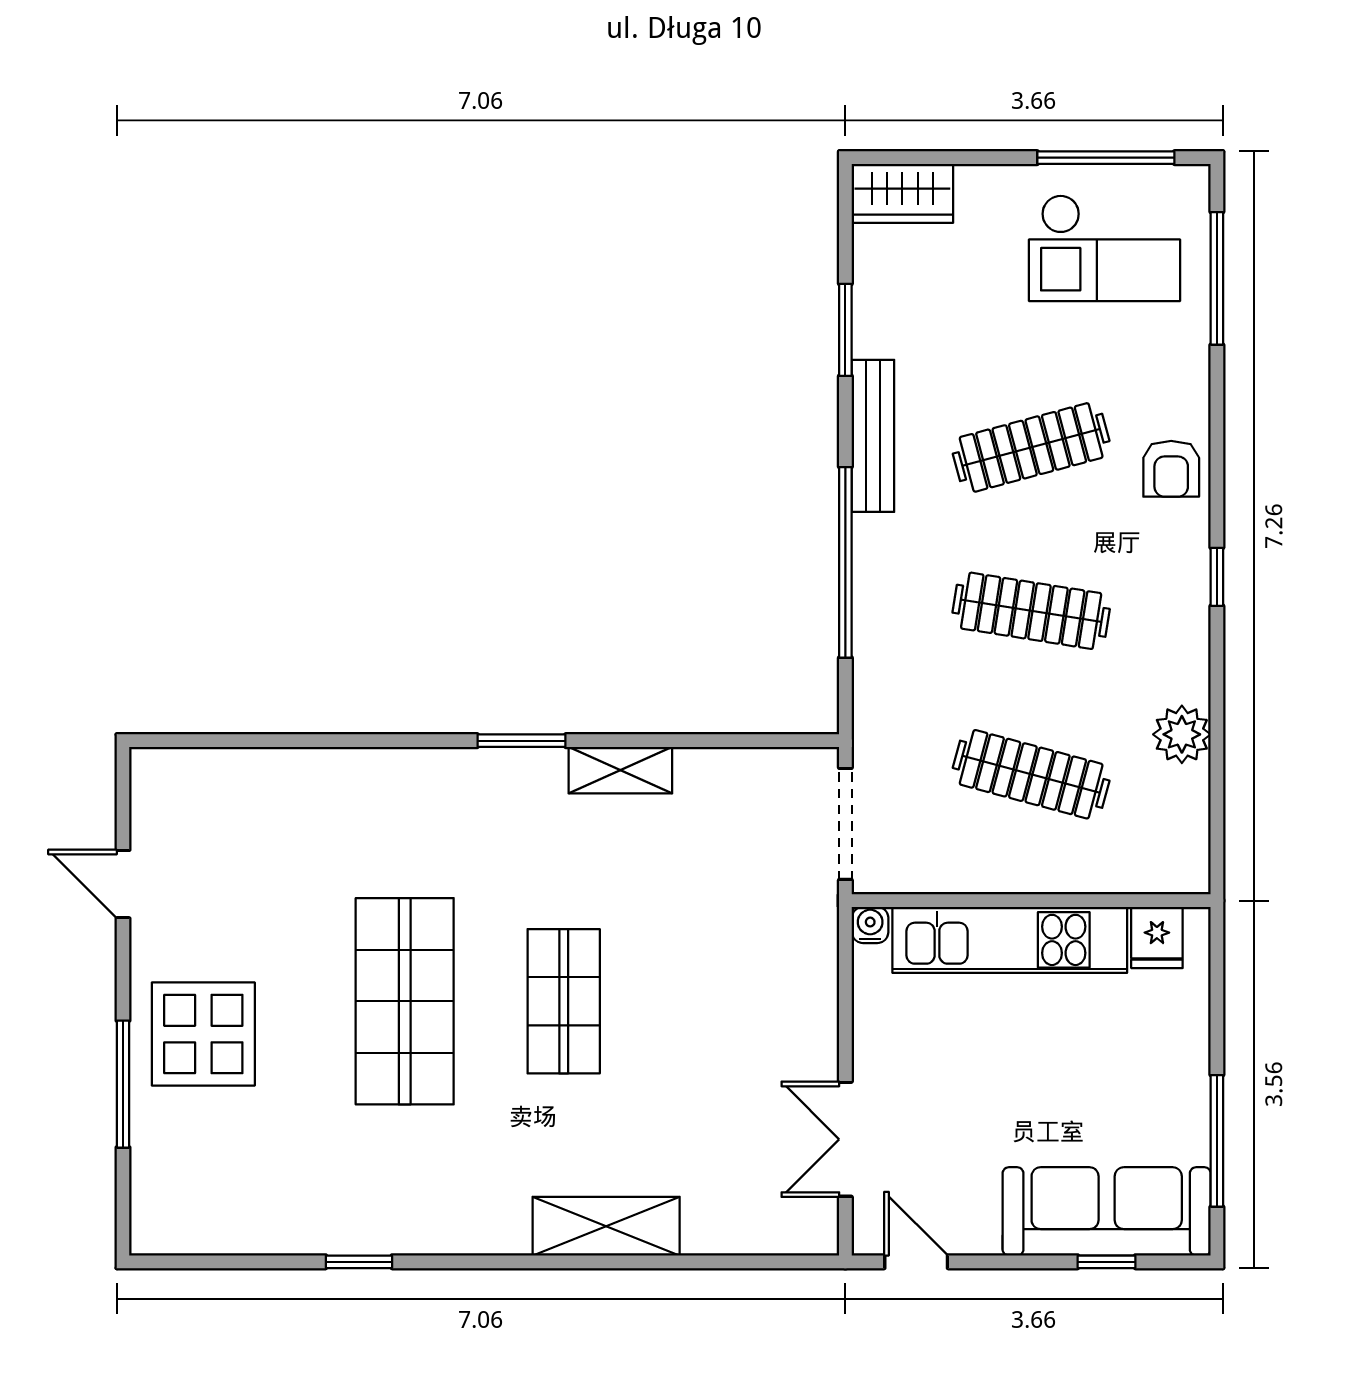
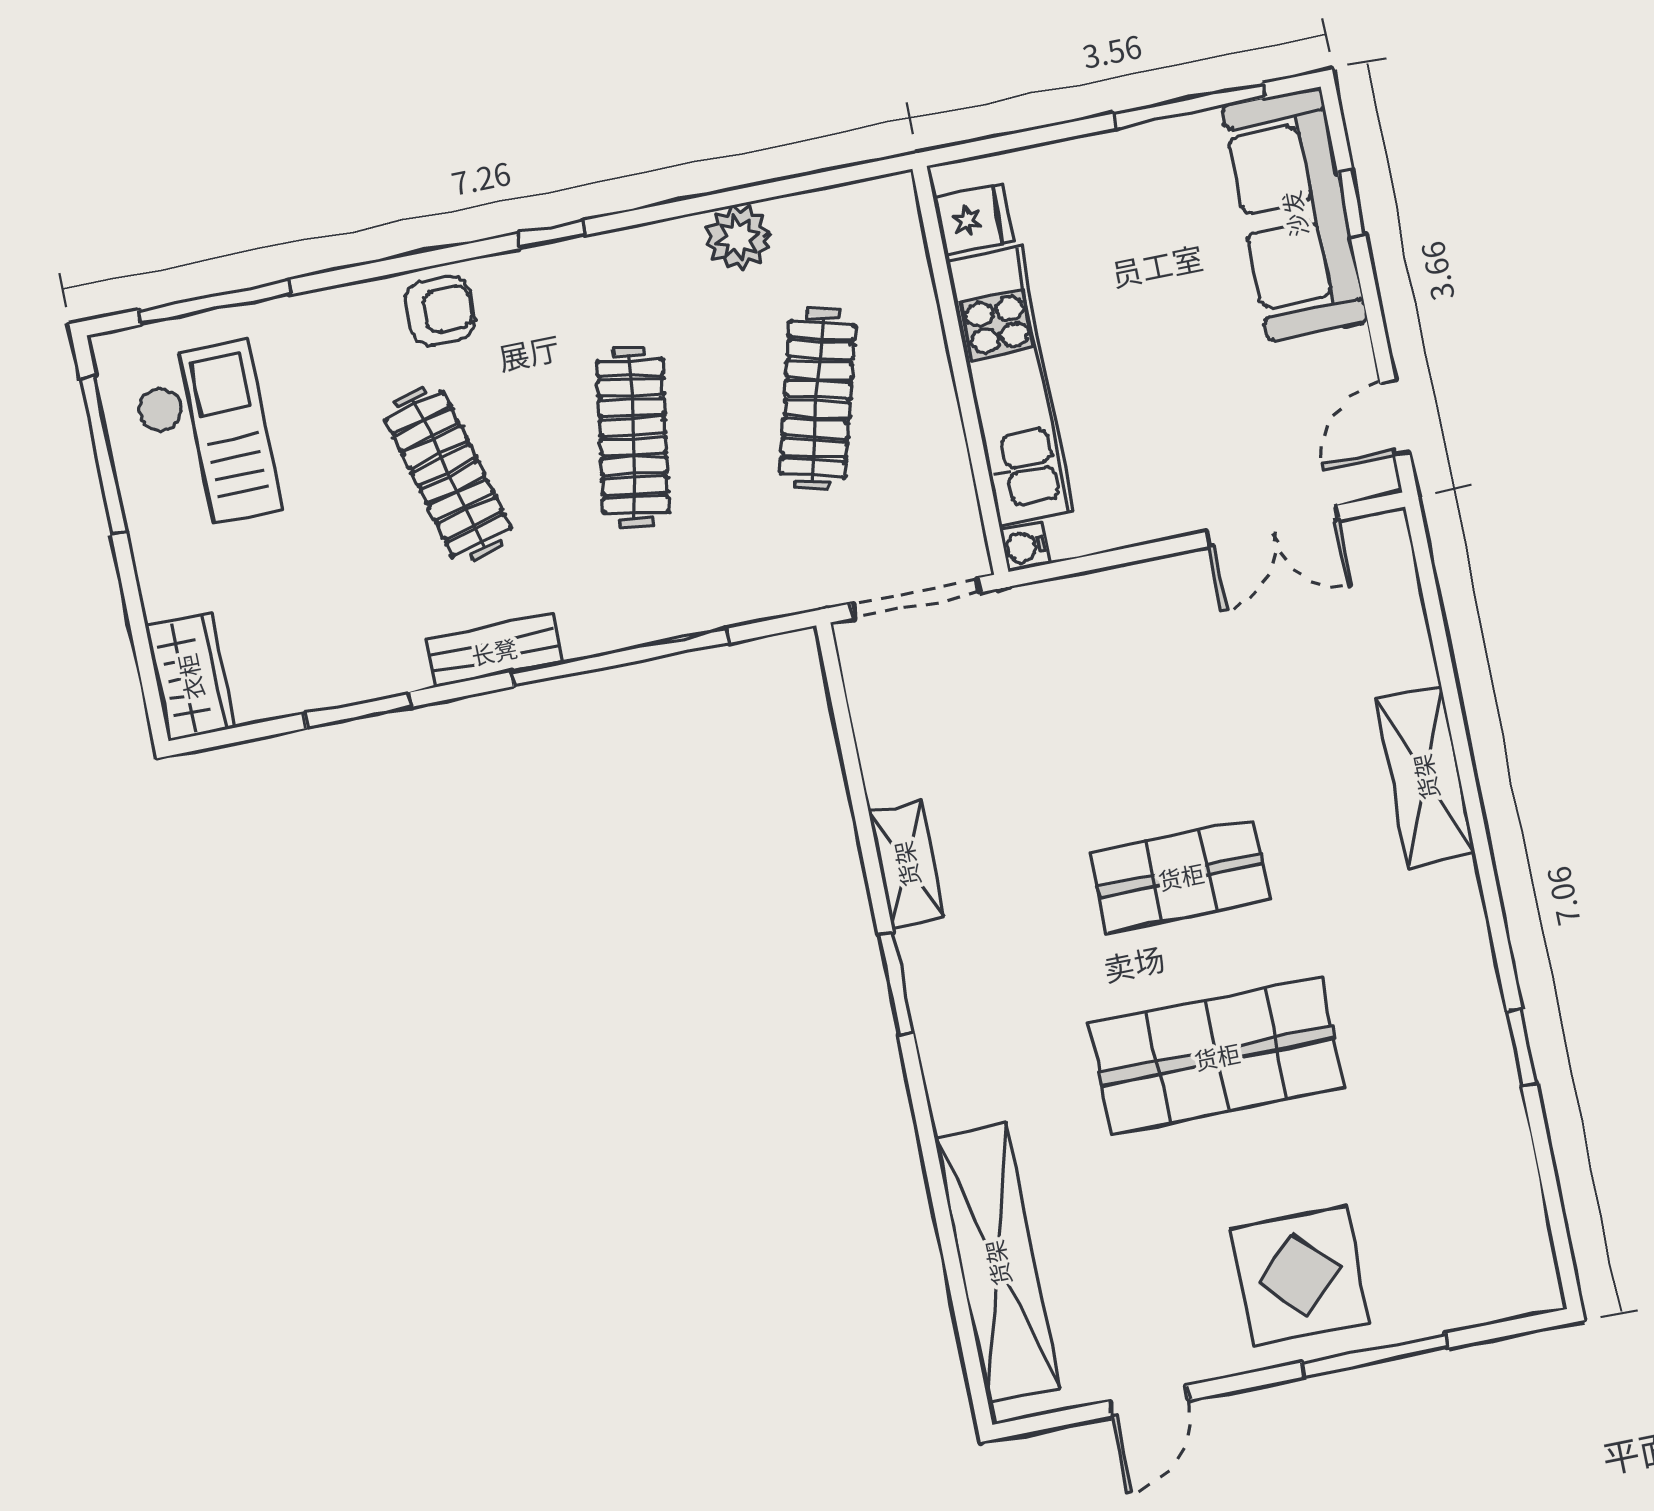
bench: (873, 436) -> (494, 651), width x0.73
shelving: (266, 779) -> (997, 1263), added

